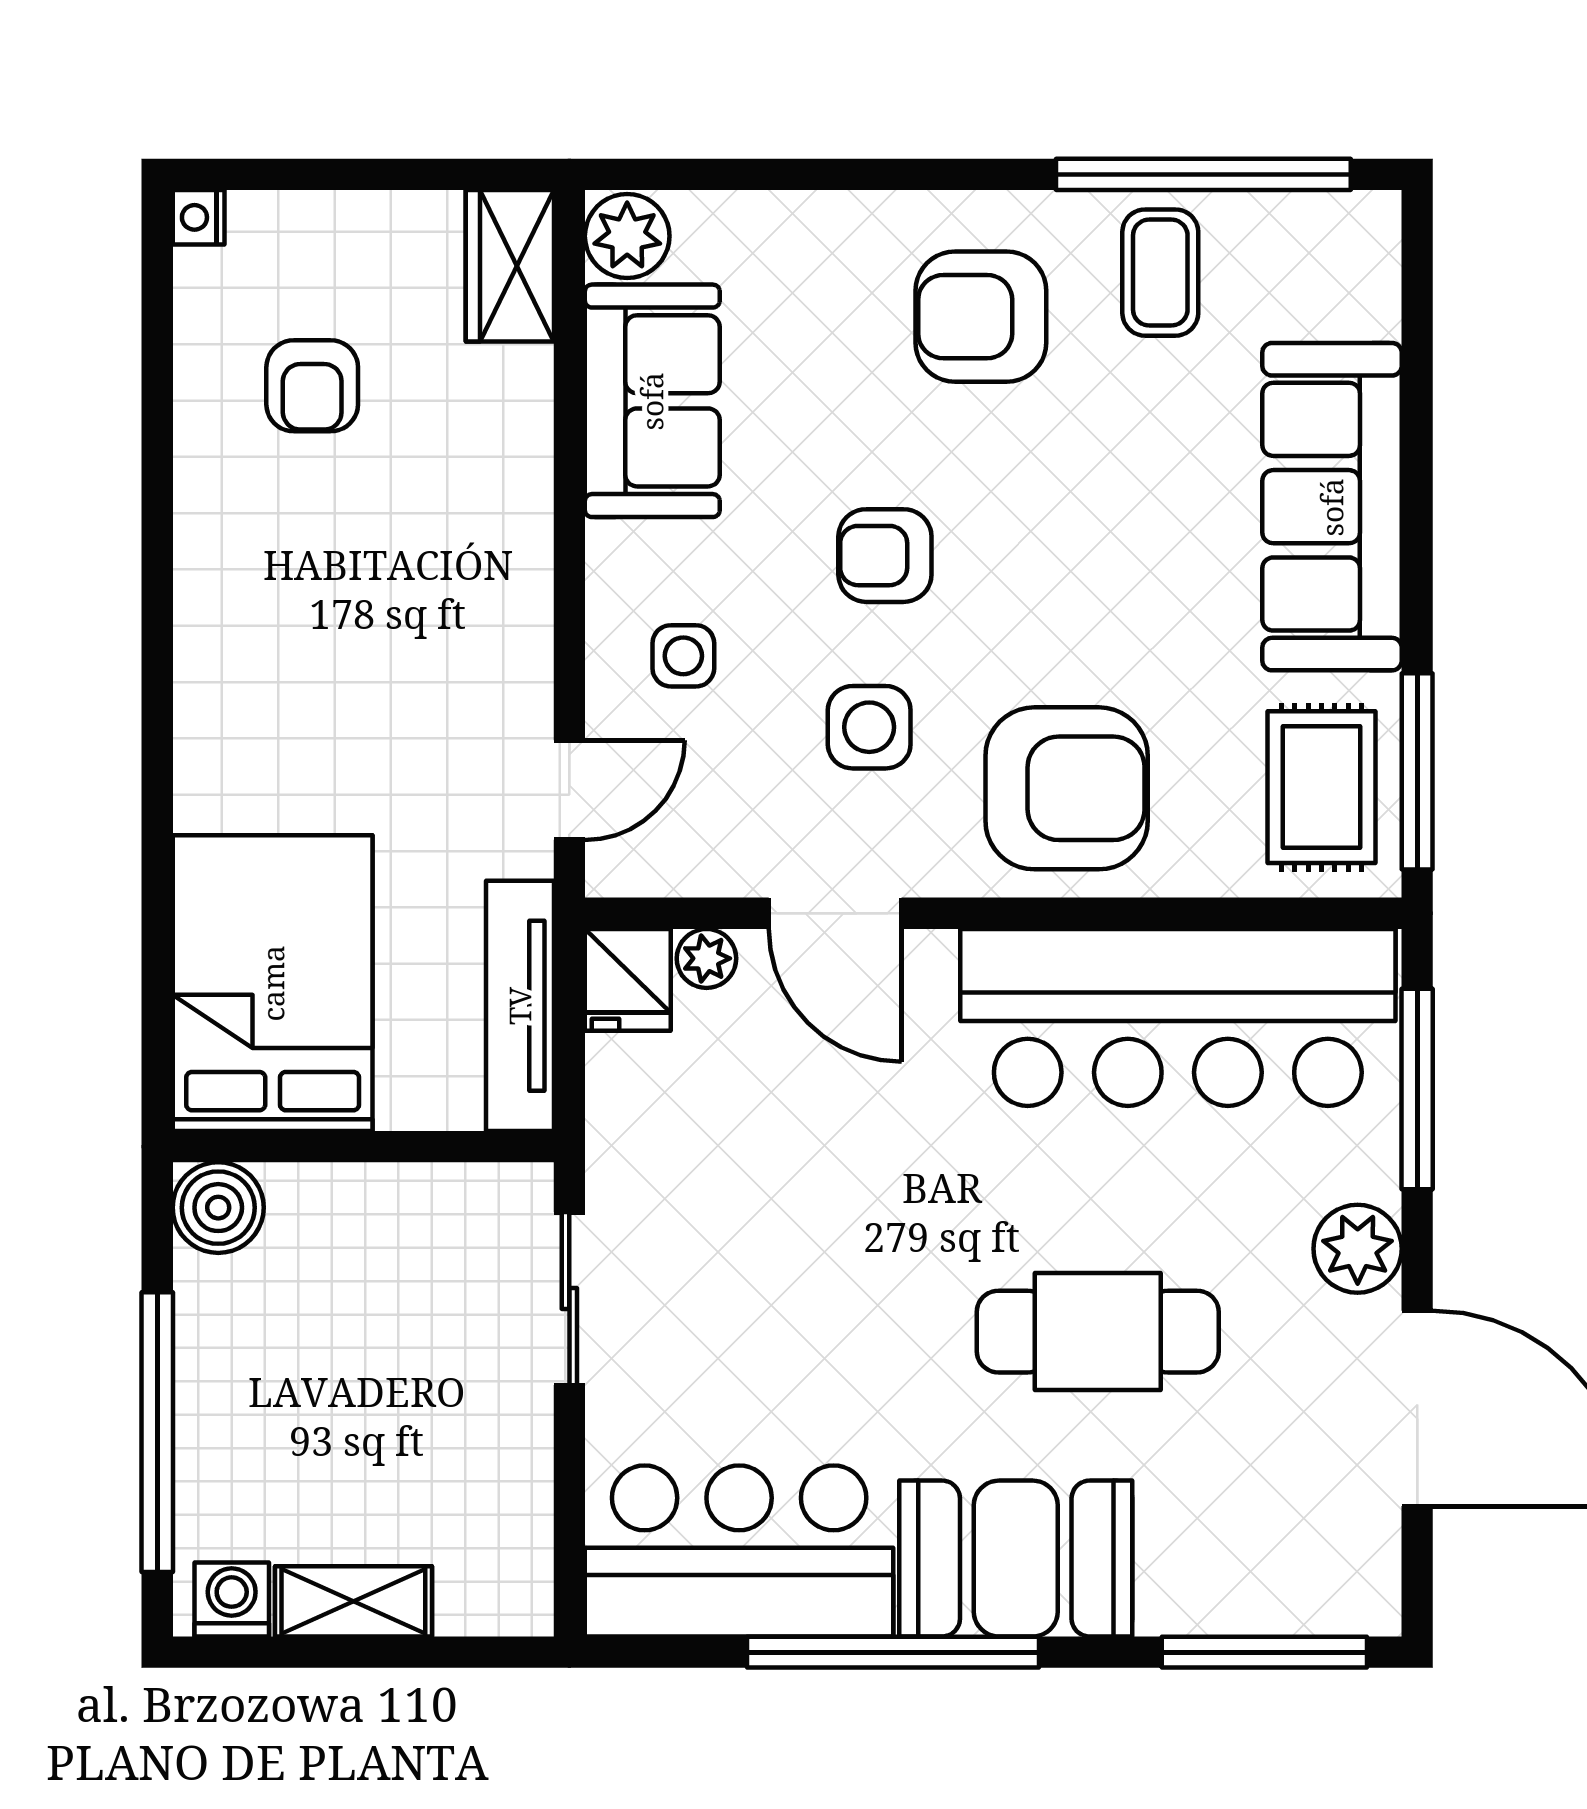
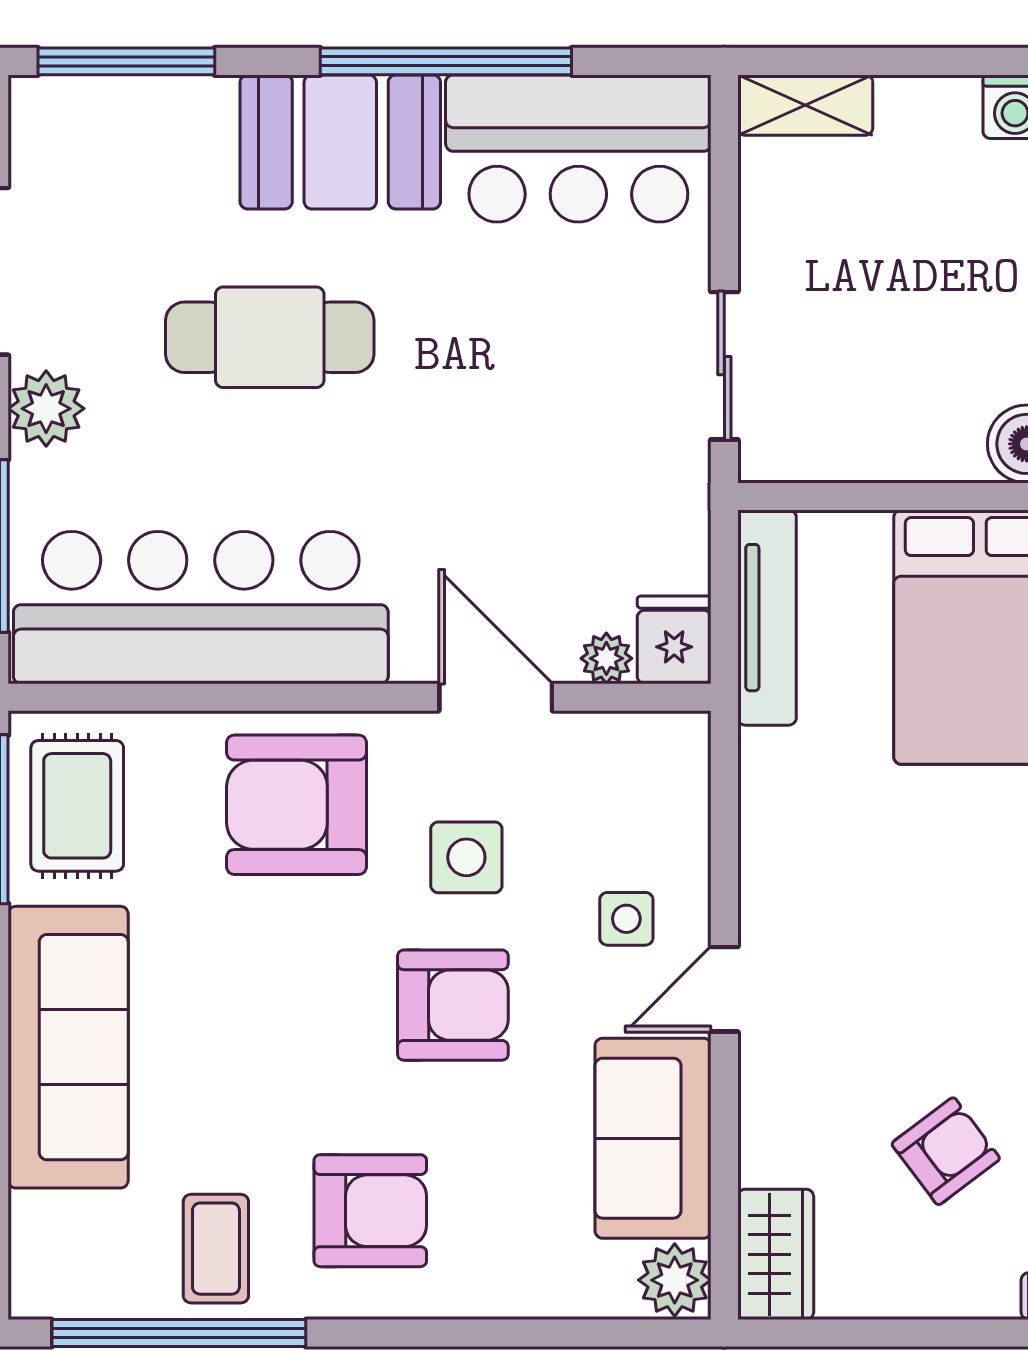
armchair: (312, 386) -> (946, 1151), turned 53
armchair: (885, 556) -> (453, 1005), width x1.38, depth x1.38
door: (569, 790) -> (724, 989), moved
shelving: (353, 1601) -> (805, 105), moved

